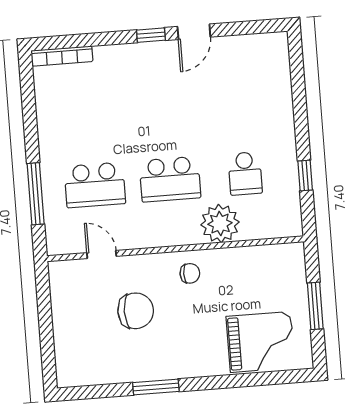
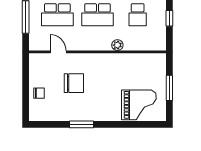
plant: (220, 223) -> (117, 45), width x0.53, depth x0.53
chair: (190, 273) -> (39, 93), moved

